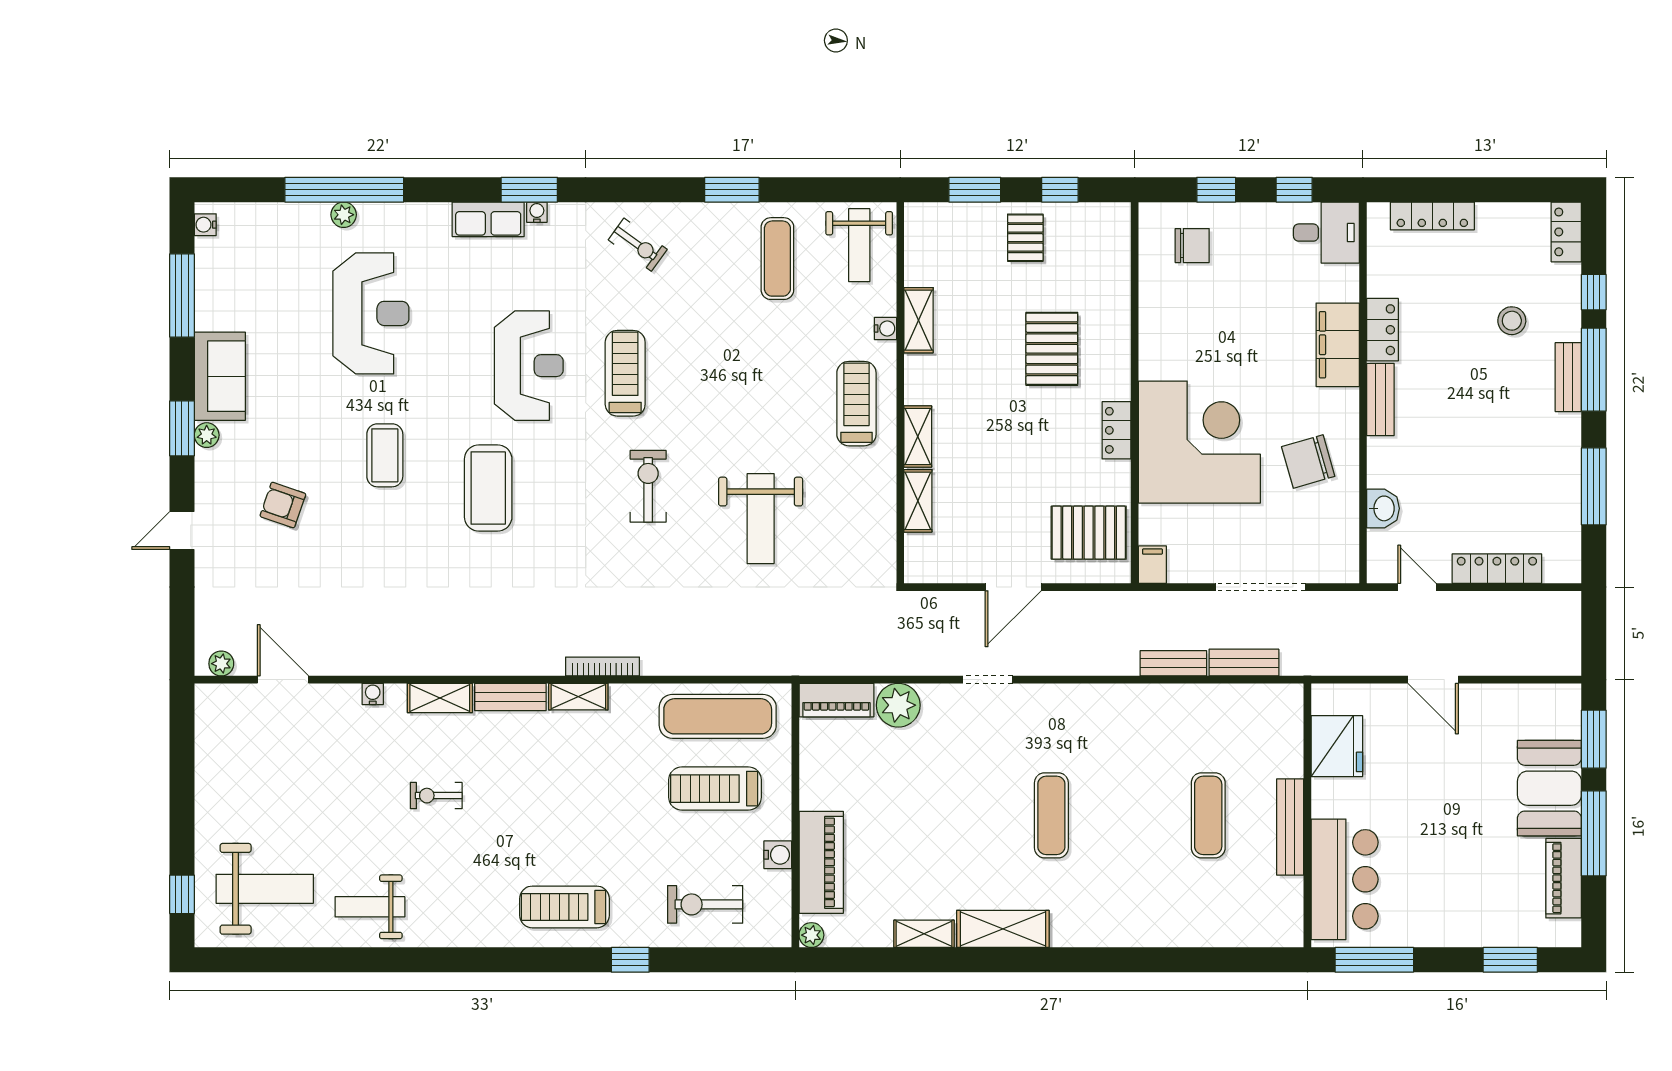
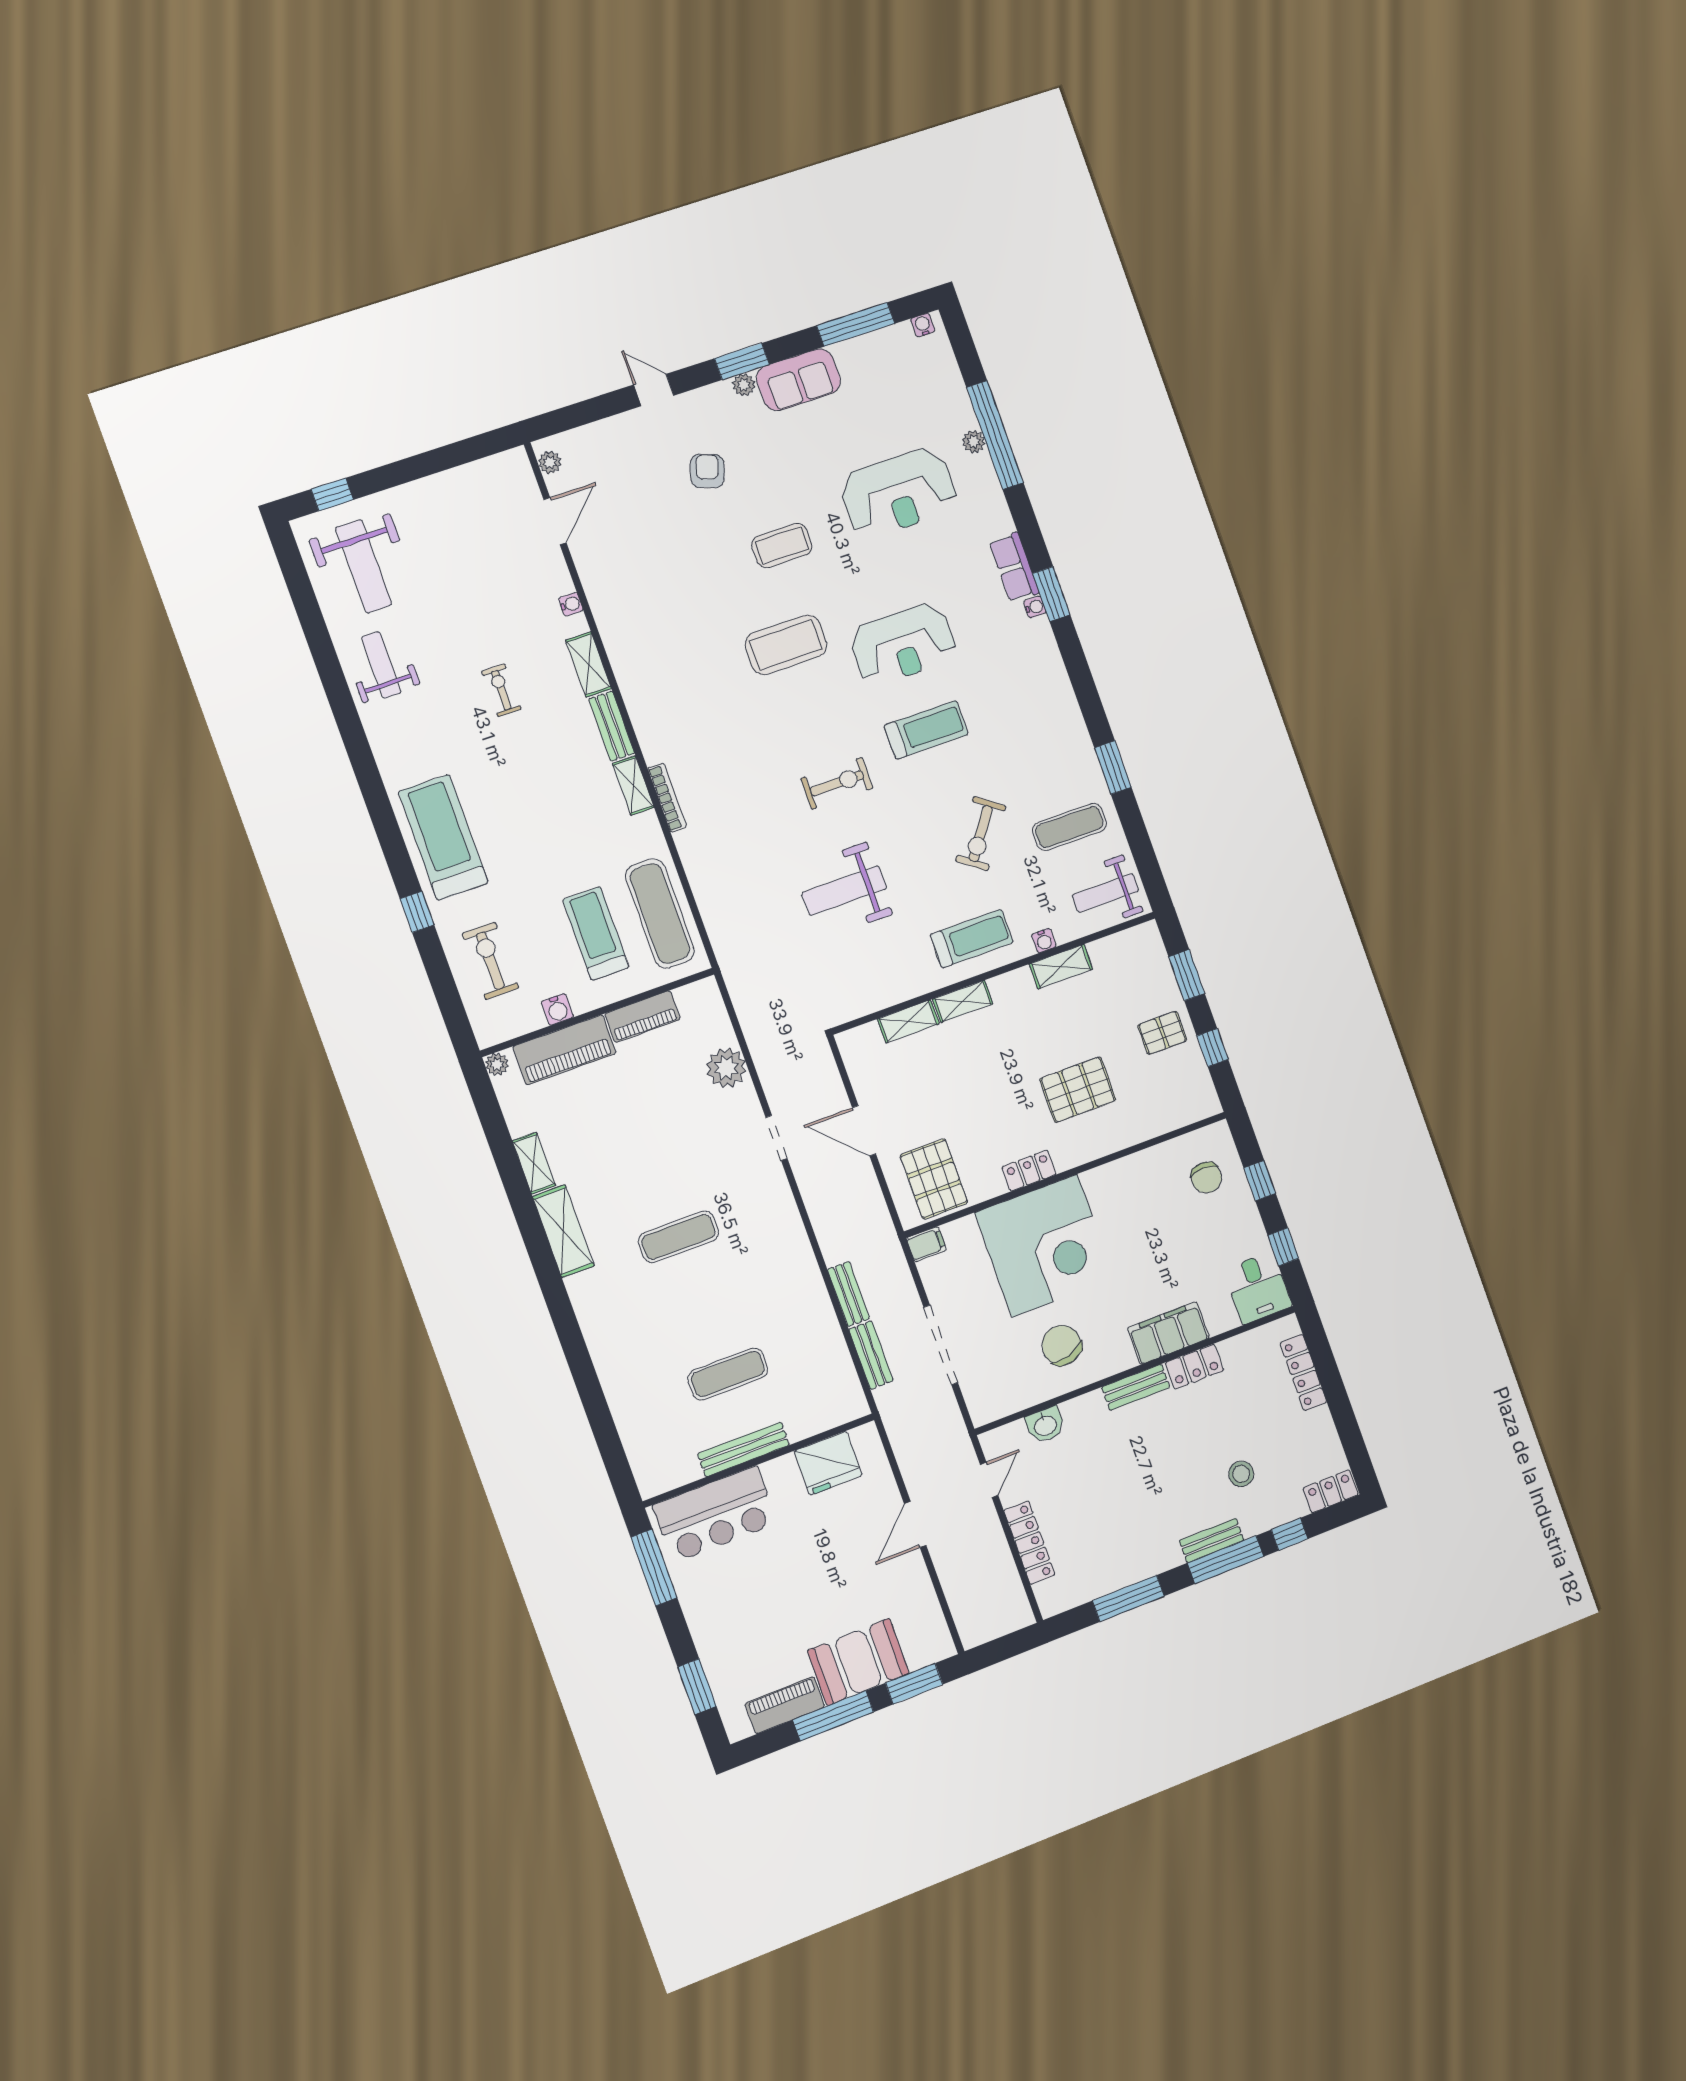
exercise bike: (638, 245) -> (981, 834), moved, width x1.38, depth x1.39
piano: (836, 700) -> (643, 1017), moved, turned -90
treadmill: (564, 907) -> (443, 837), width x1.37, depth x1.38

